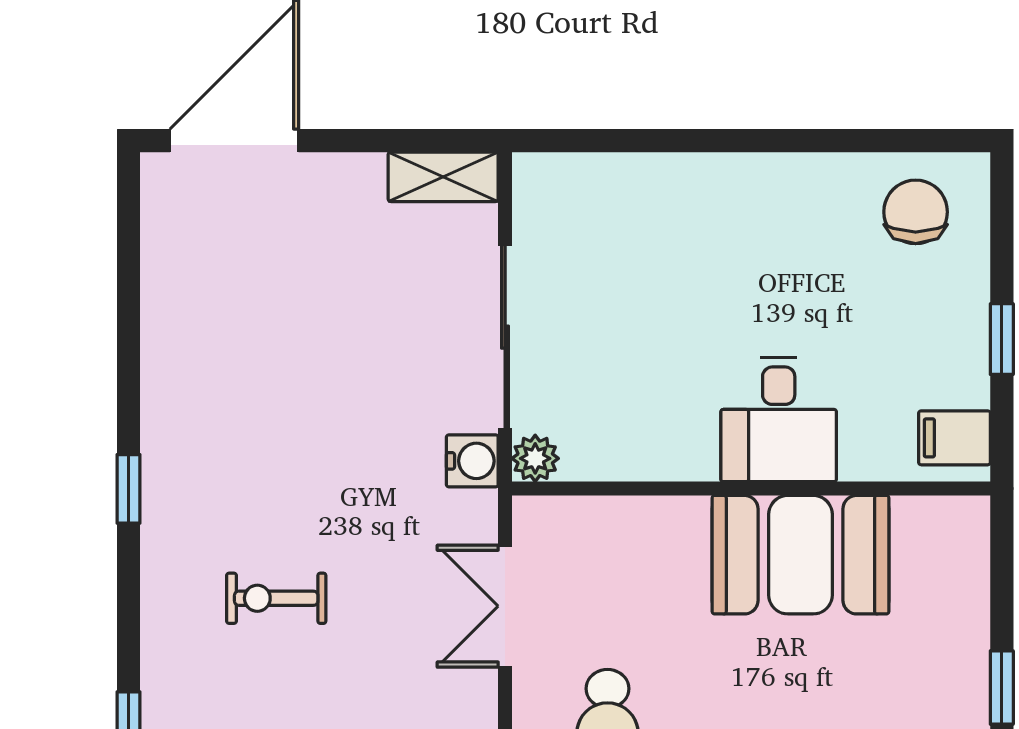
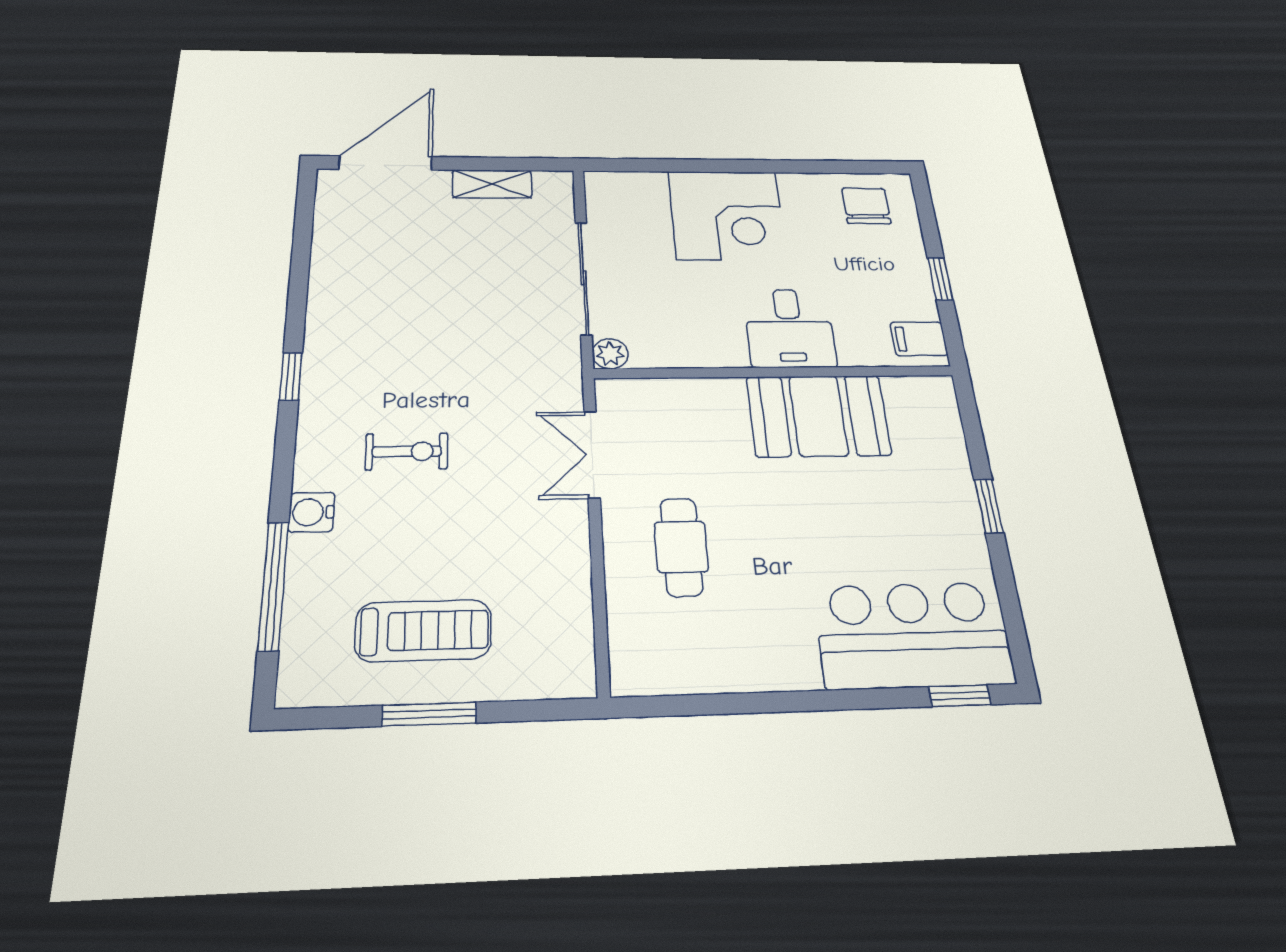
shelving: (443, 177) -> (492, 184), moved
corner desk: (712, 230) -> (727, 215), added
water cooler: (472, 461) -> (311, 512), moved, turned 180
exercise bike: (276, 598) -> (407, 451), turned 180

